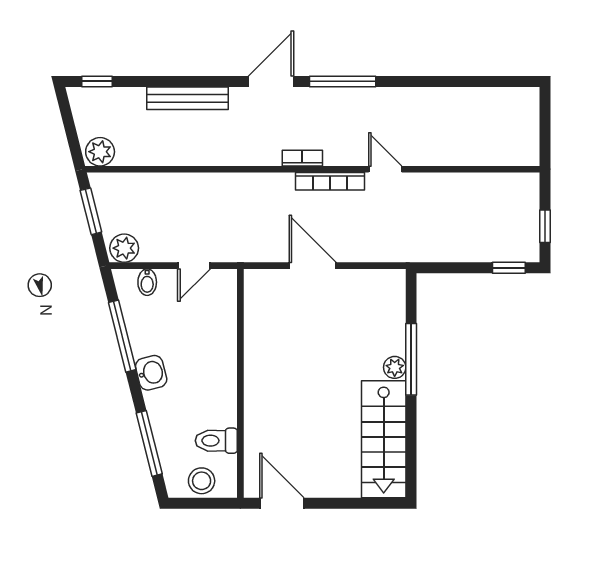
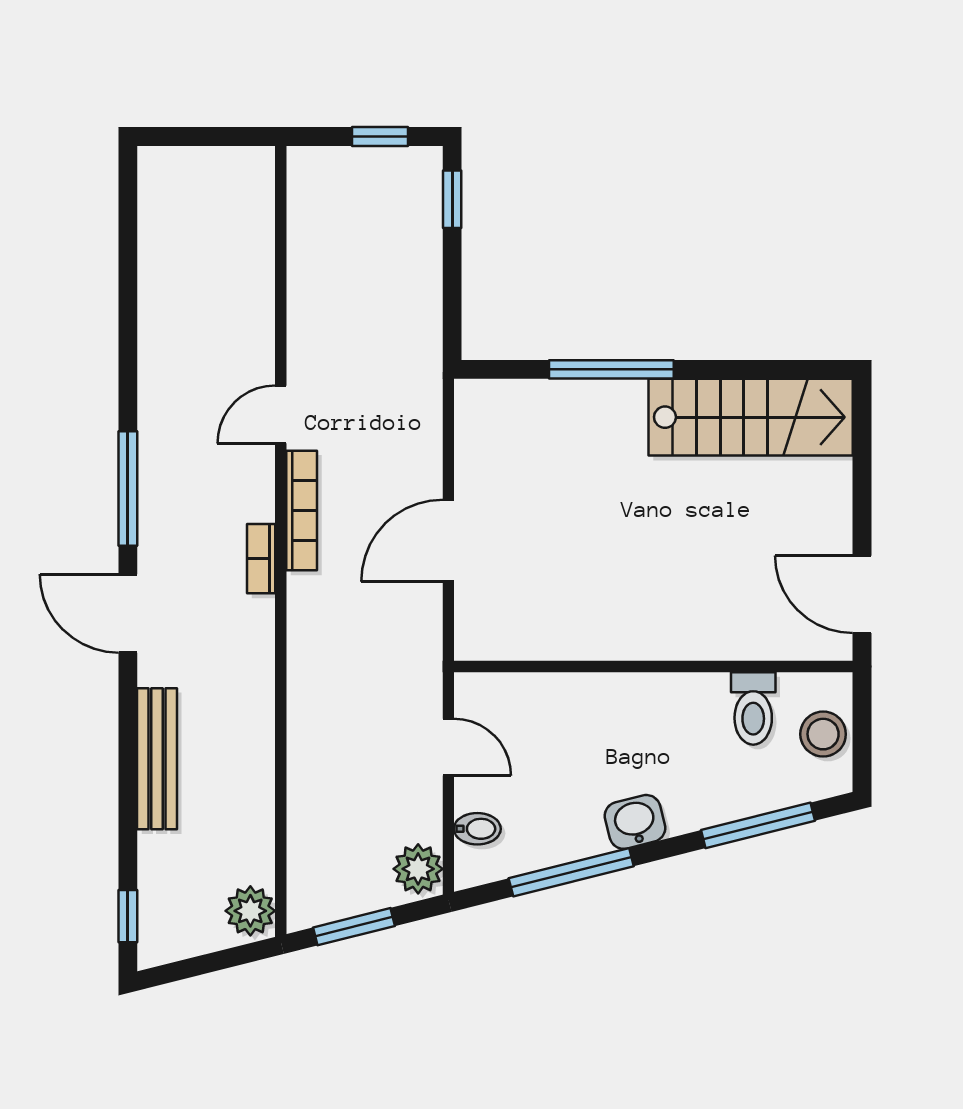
plant: (395, 367) -> (626, 398), removed
door: (282, 503) -> (862, 594), hinge flipped

